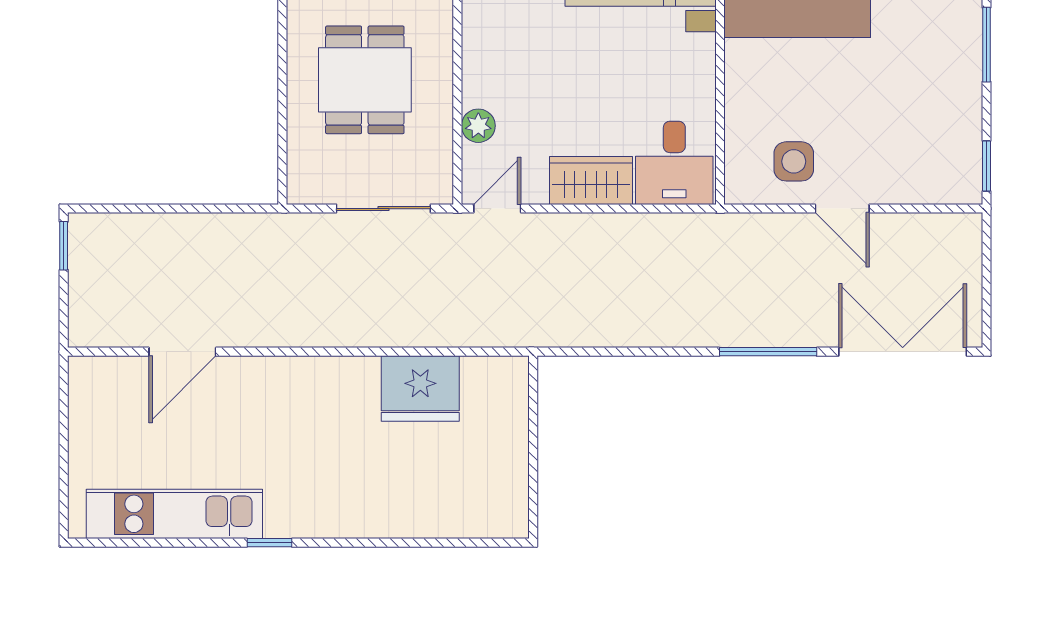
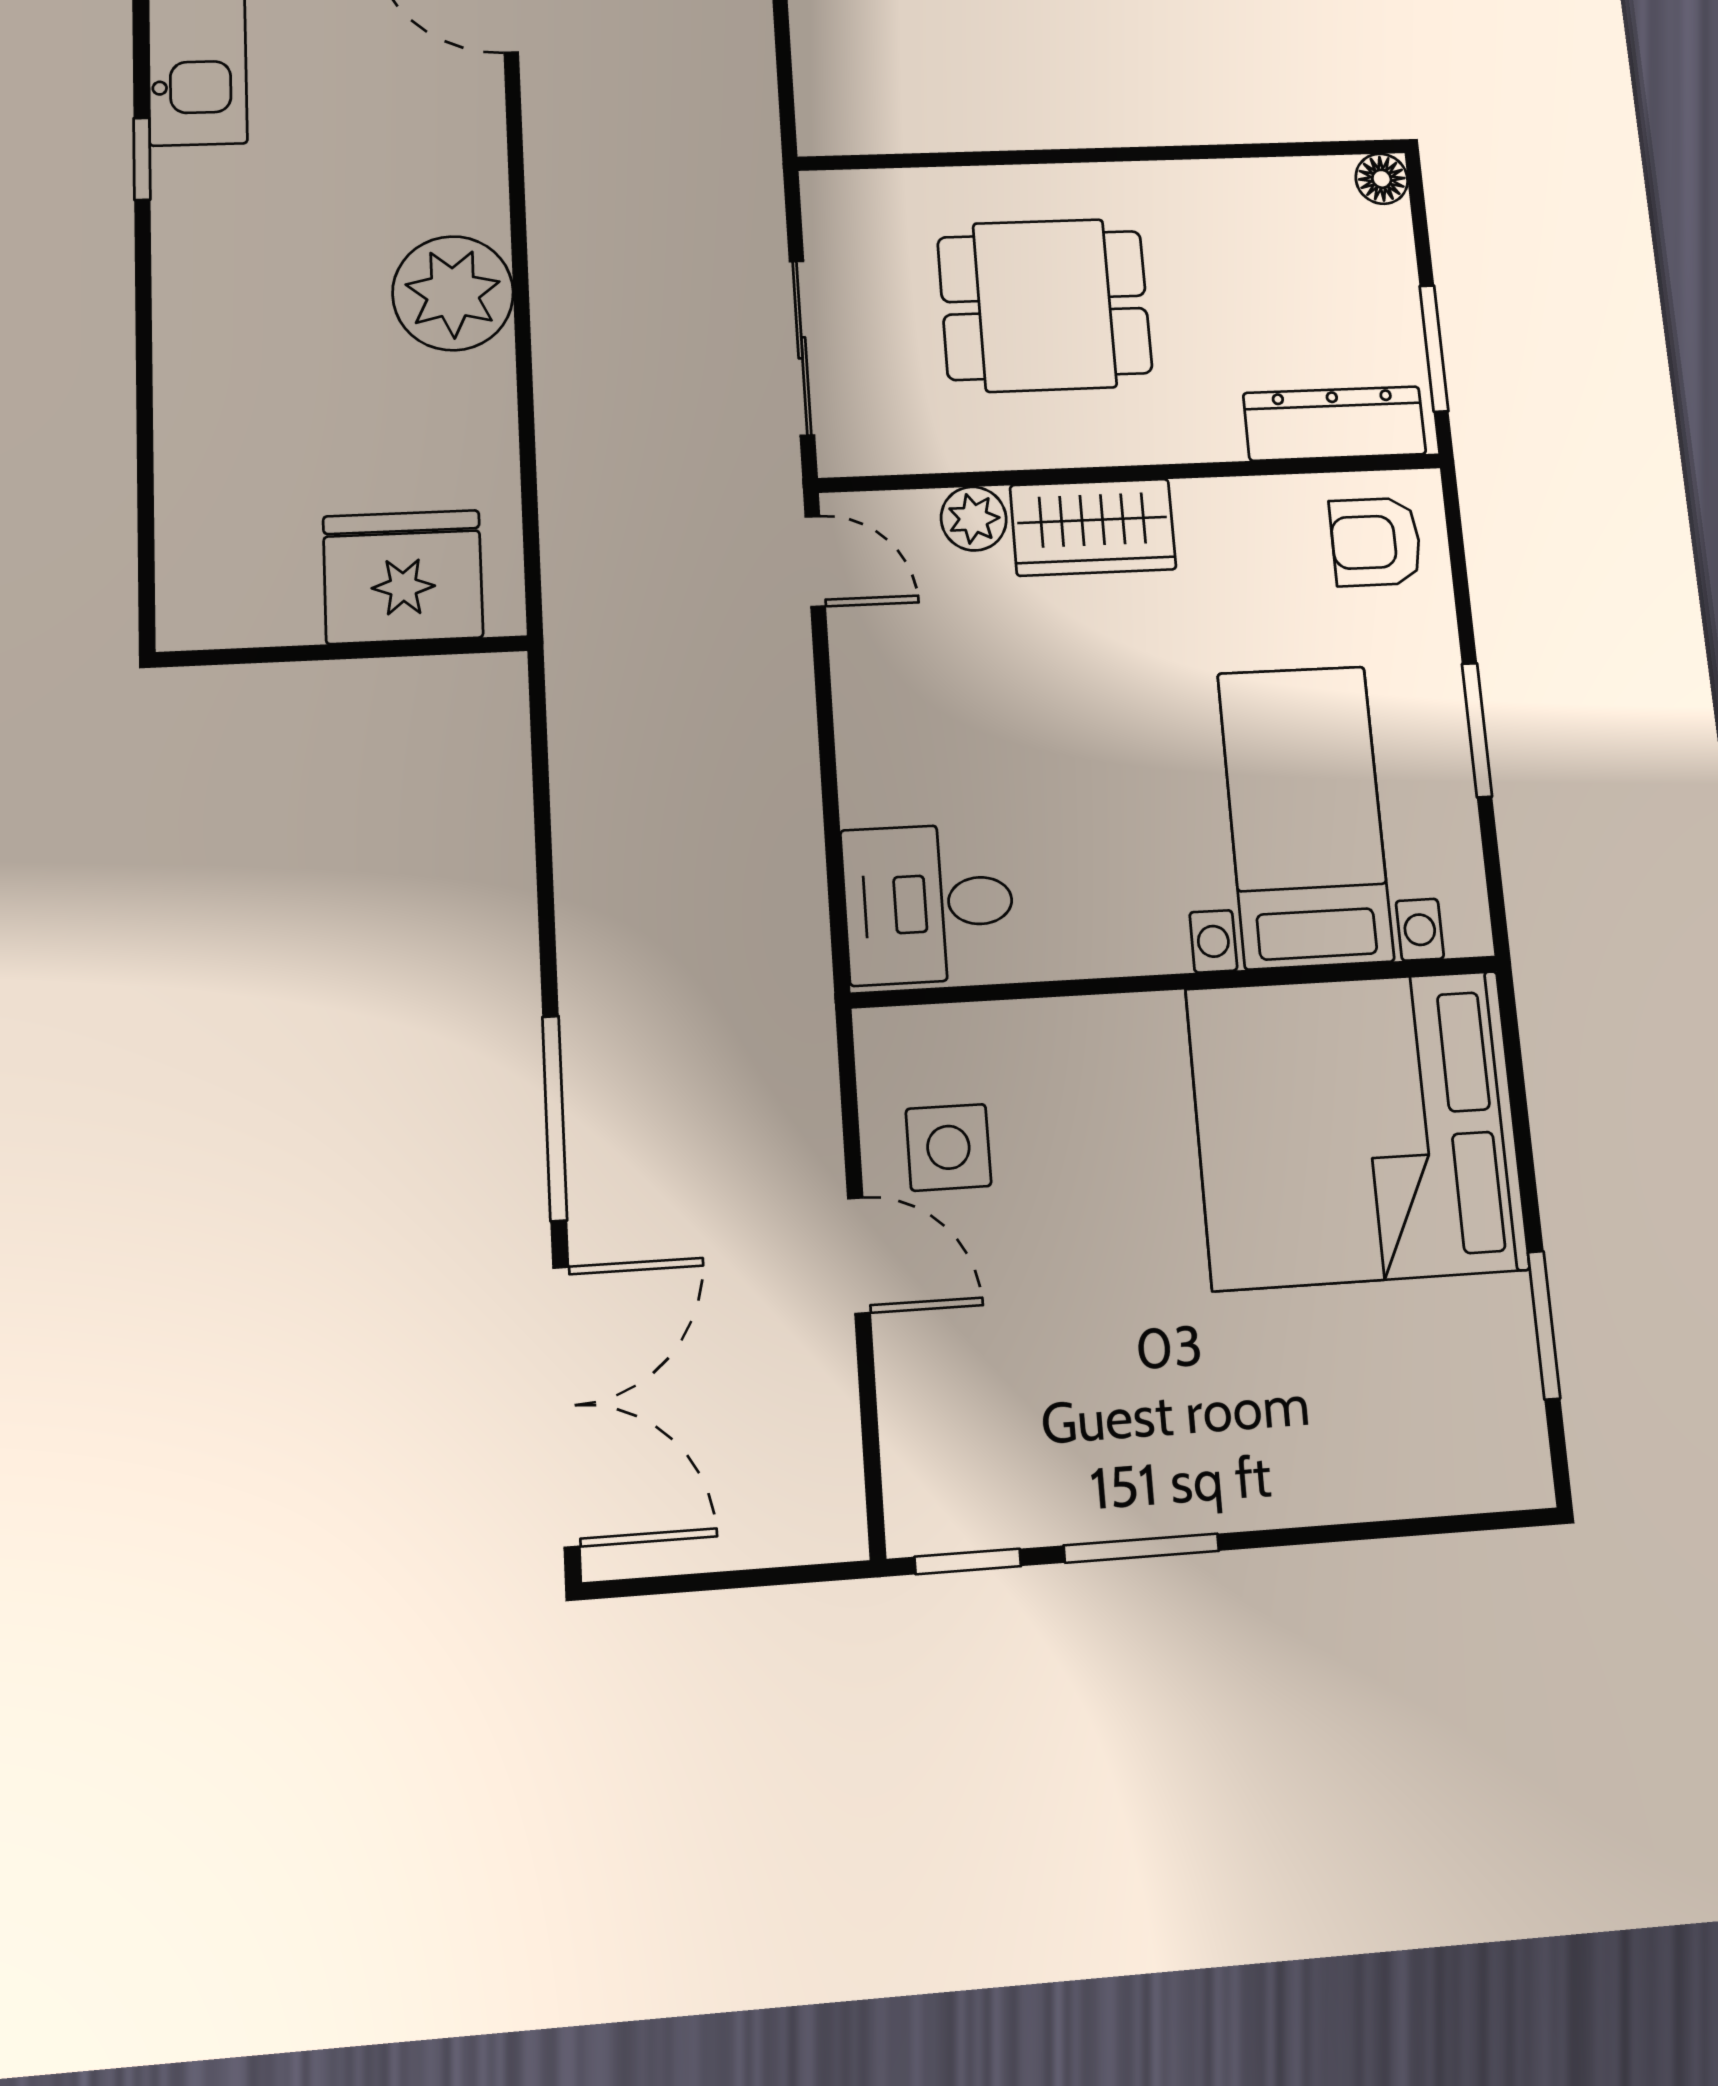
window: (987, 45) -> (1141, 1548), moved
wardrobe: (591, 180) -> (1093, 527), moved, turned 90
door: (842, 209) -> (859, 1255), swing flipped
plant: (348, 386) -> (453, 293), added
fridge: (420, 389) -> (403, 577), moved, turned 90

